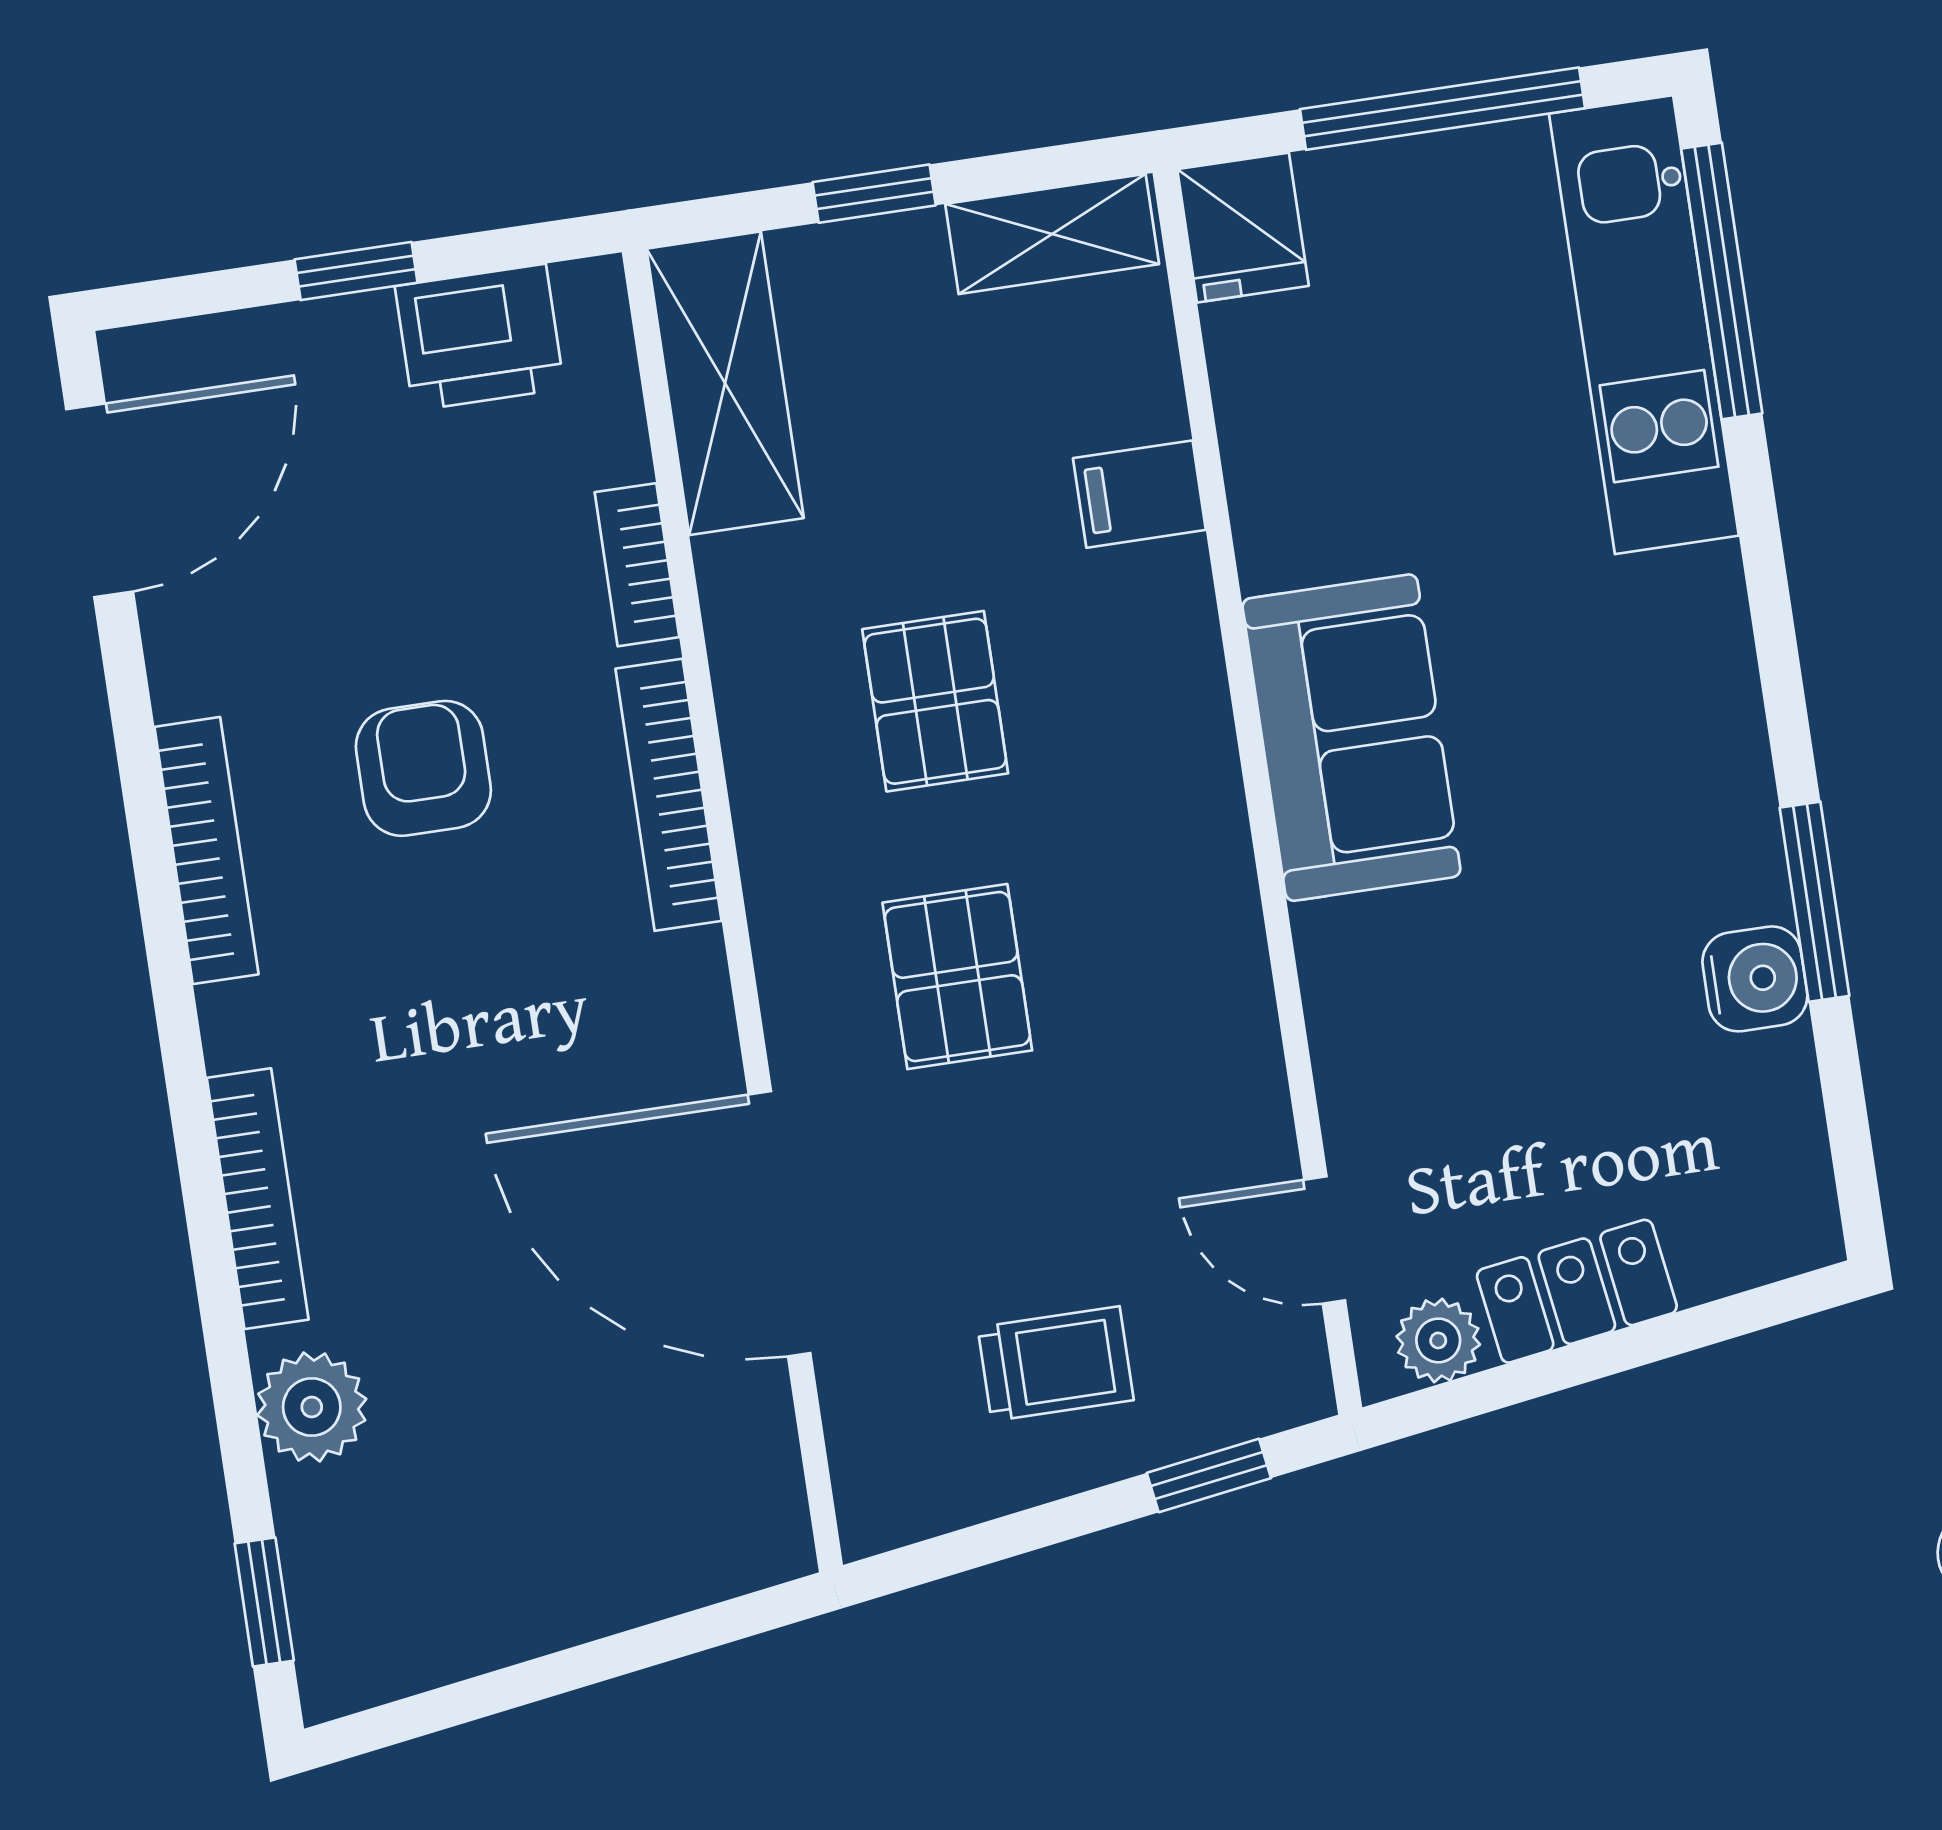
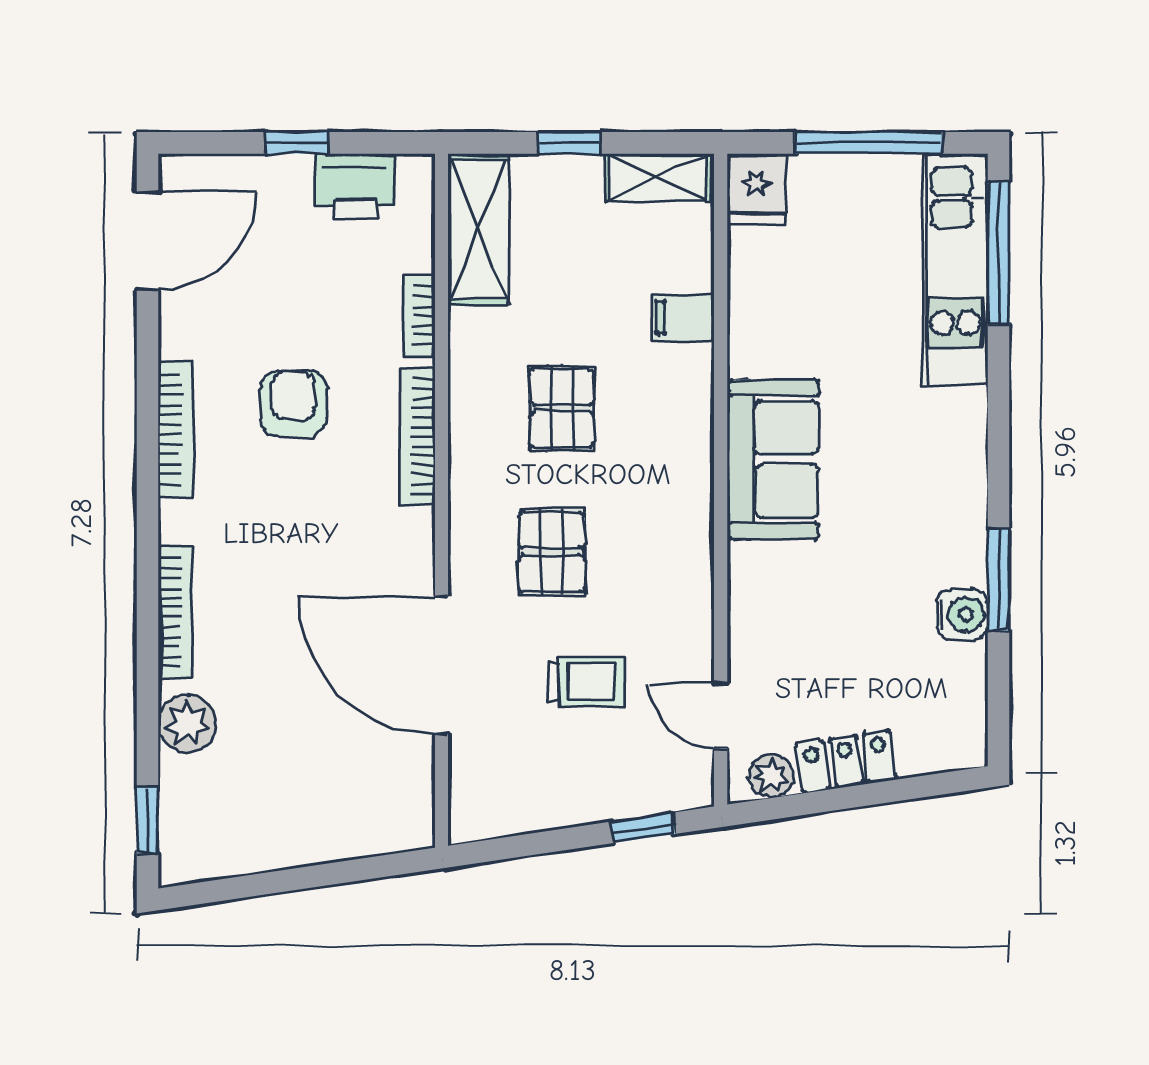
trolley: (1056, 1364) -> (586, 682), moved

